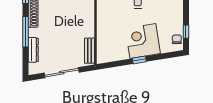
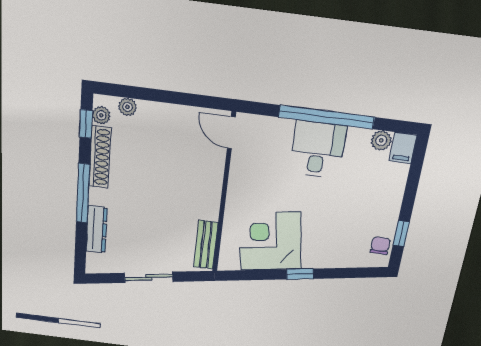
corner desk: (143, 41) -> (270, 241), moved
sliding door: (62, 73) -> (149, 277), width x0.73

